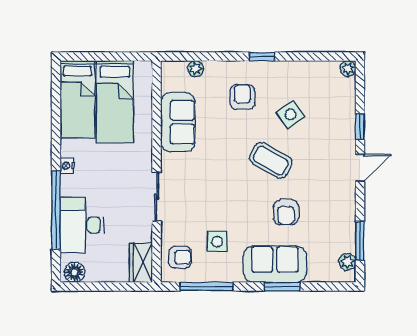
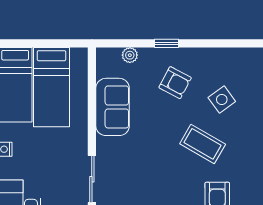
window: (262, 57) -> (167, 43), moved
armchair: (242, 97) -> (175, 83), turned 118

